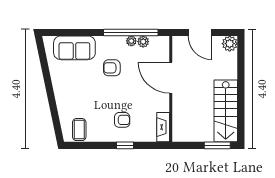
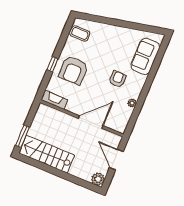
window: (131, 32) -> (139, 105), removed
door: (200, 32) -> (116, 160), hinge flipped
plant: (143, 42) -> (128, 112), removed
armchair: (122, 120) -> (73, 70), width x1.88, depth x1.88

